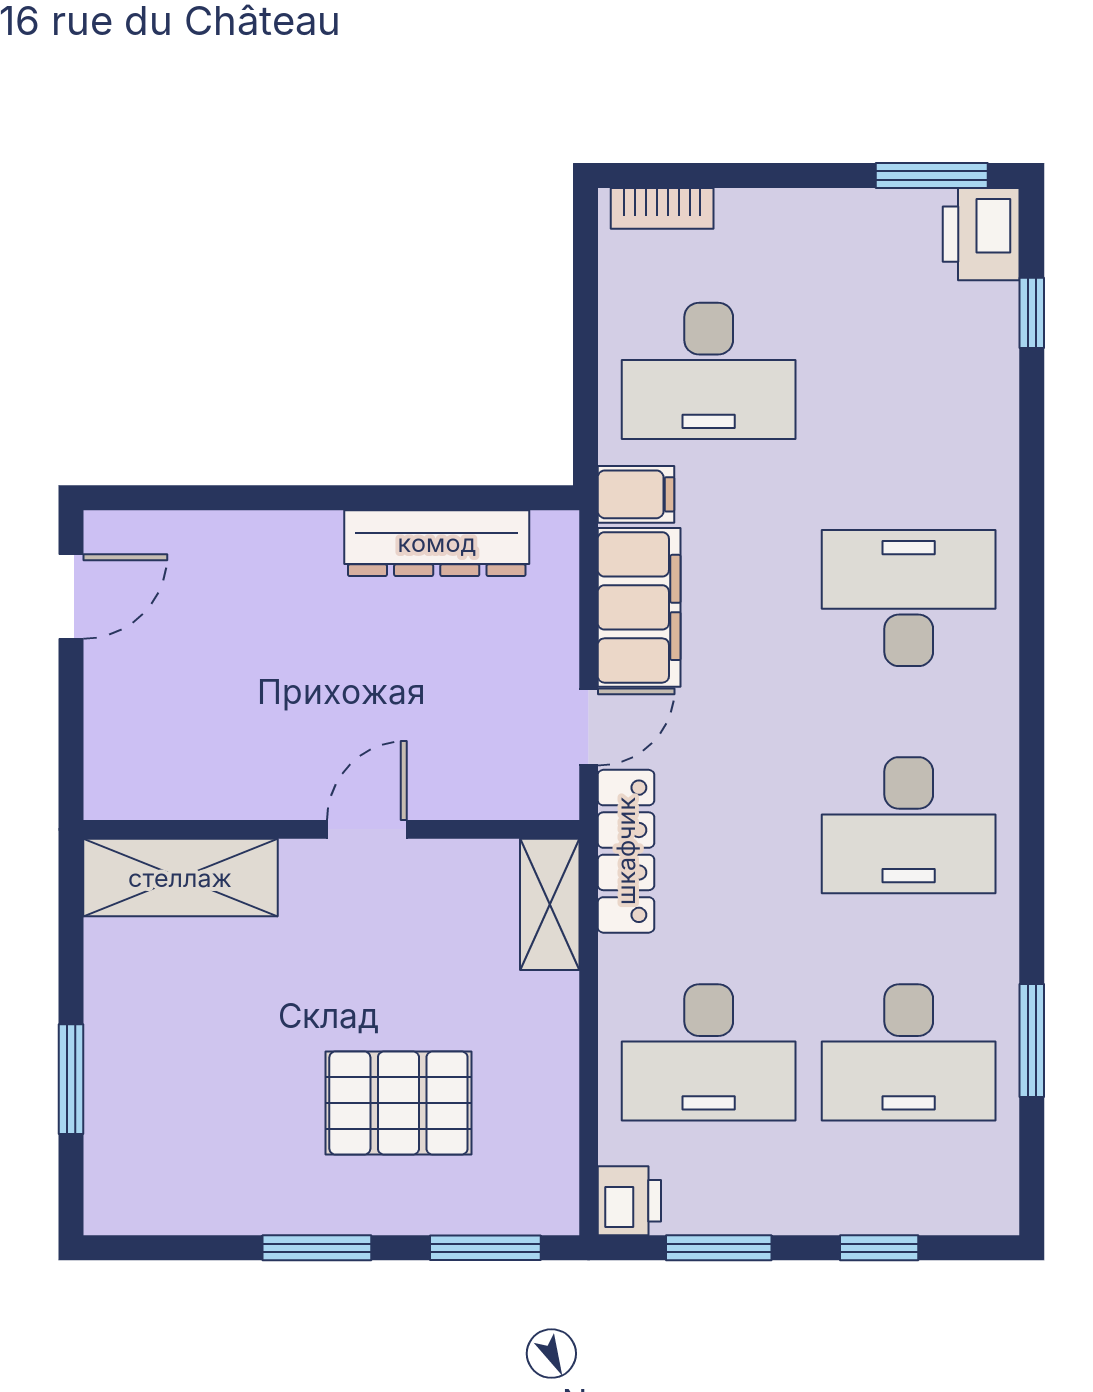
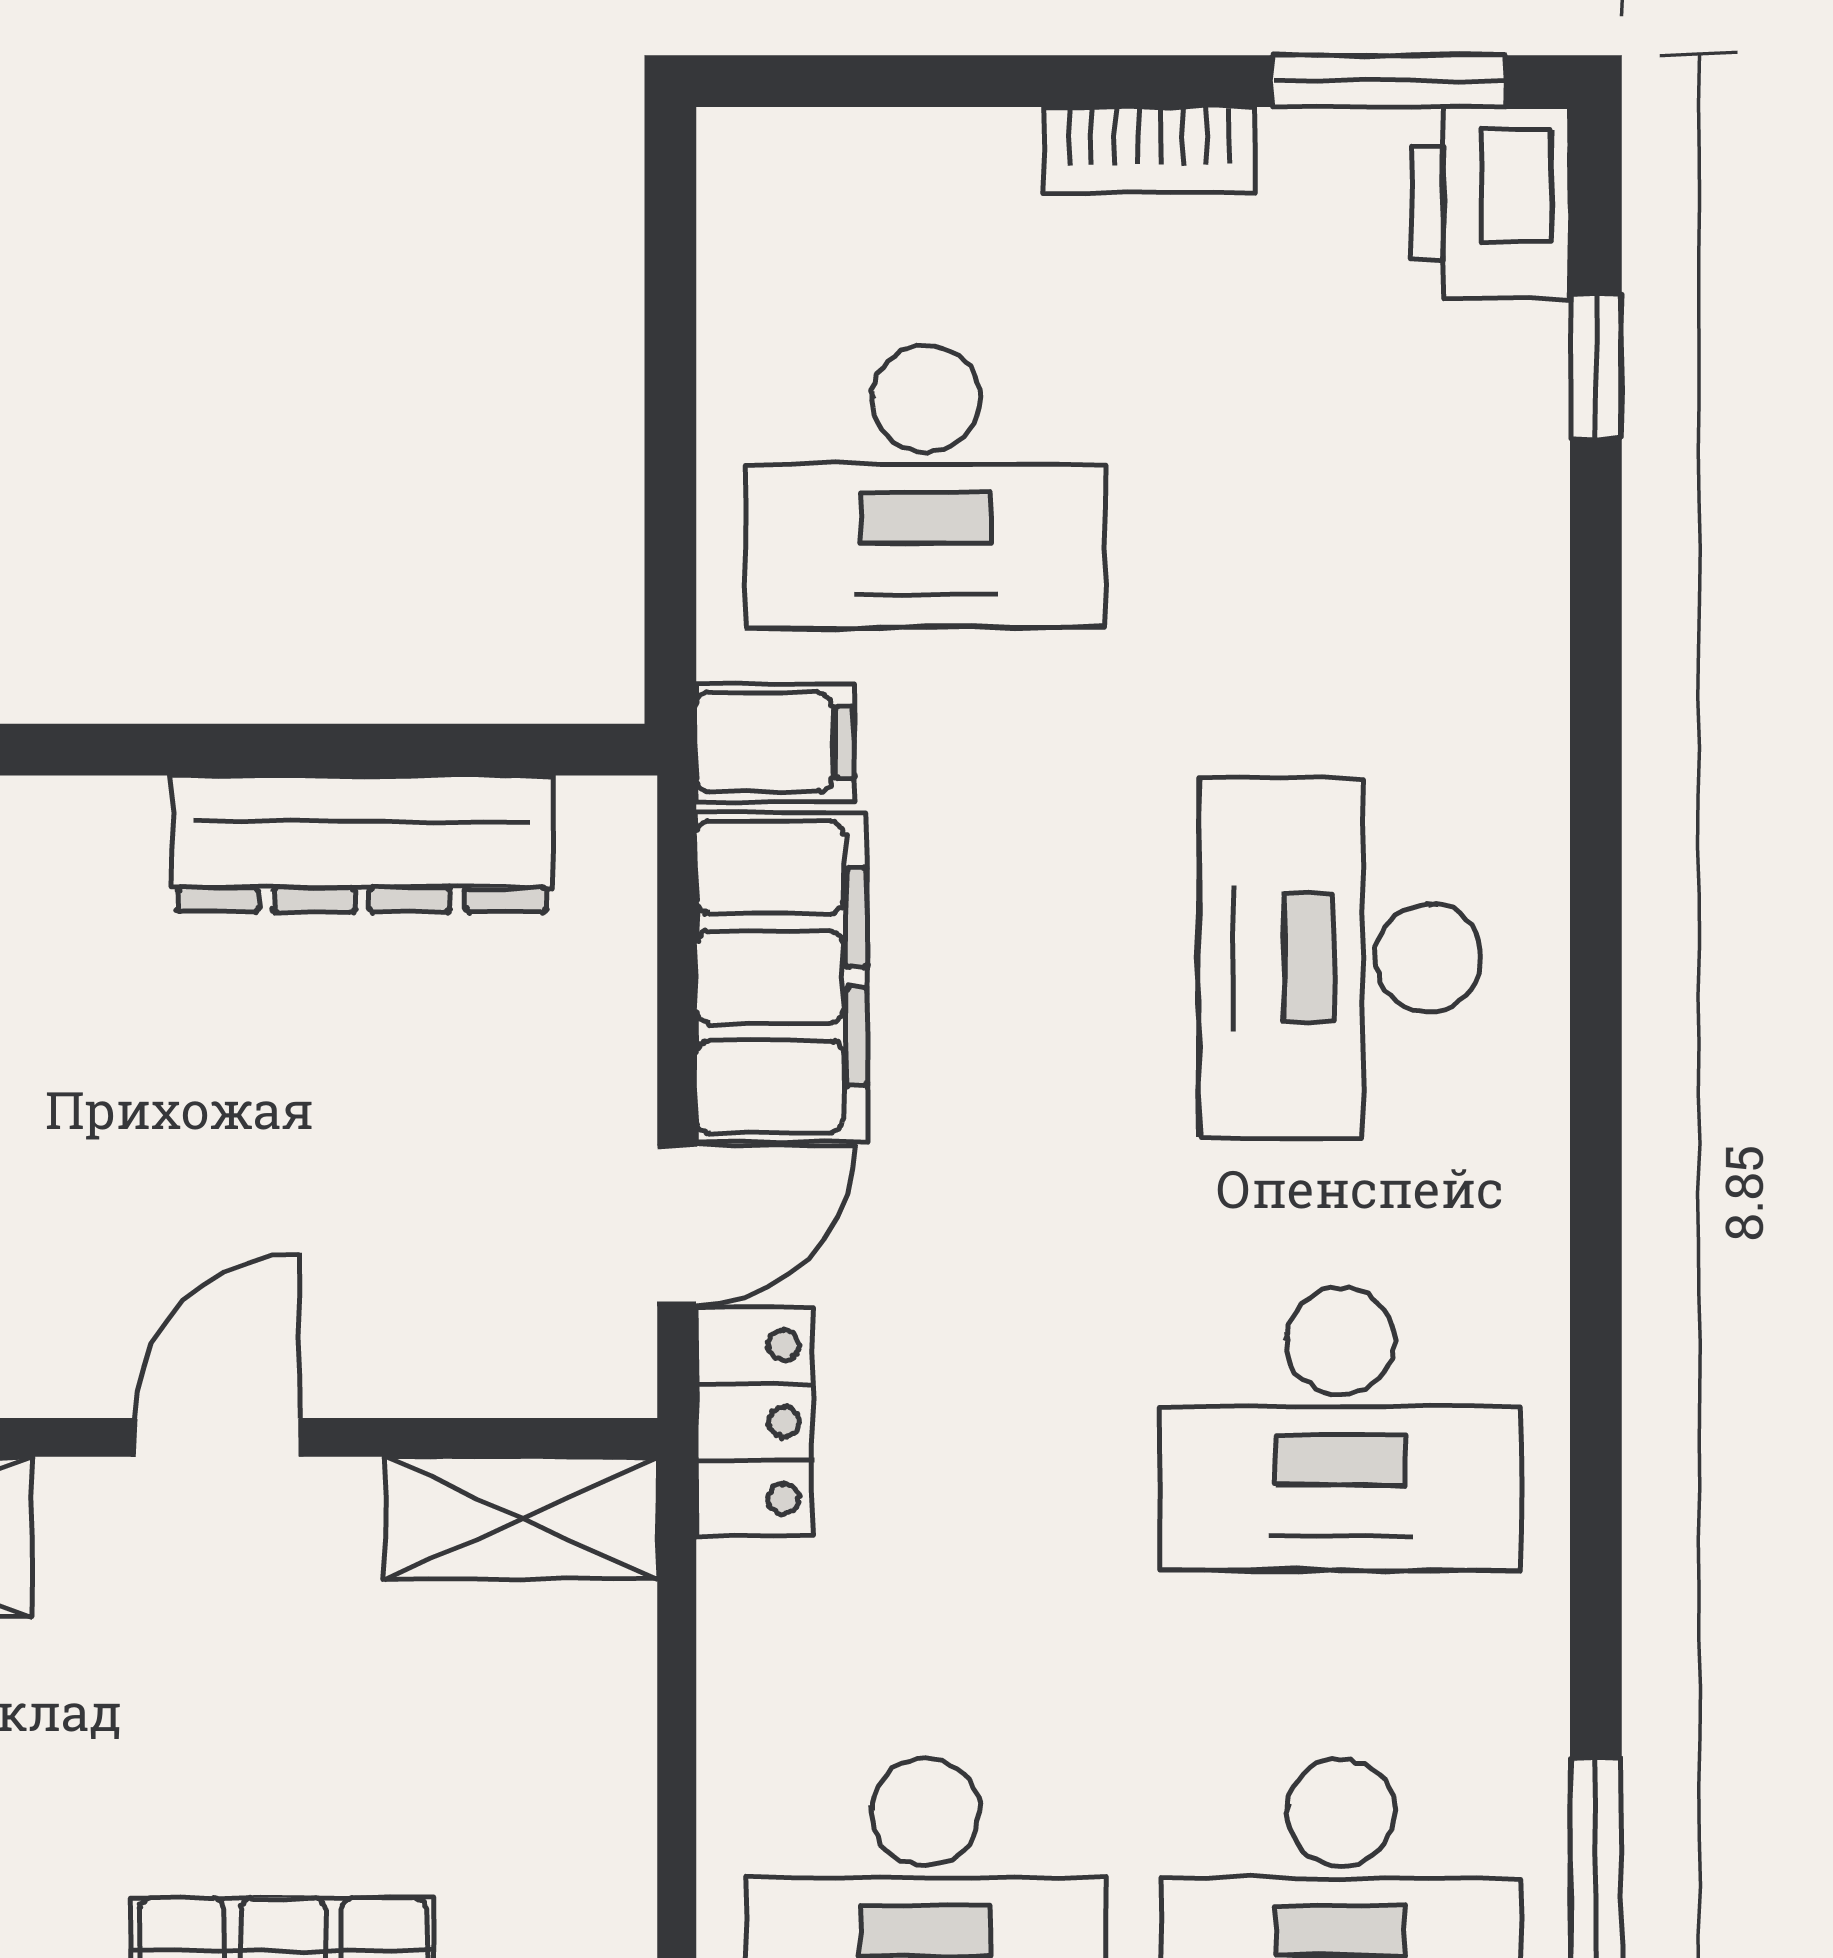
bookcase: (662, 208) -> (1149, 149), moved
desk: (909, 598) -> (1341, 958), turned -90
locker: (626, 851) -> (754, 1422), width x0.66
shelving: (550, 904) -> (521, 1518), moved, turned 90

